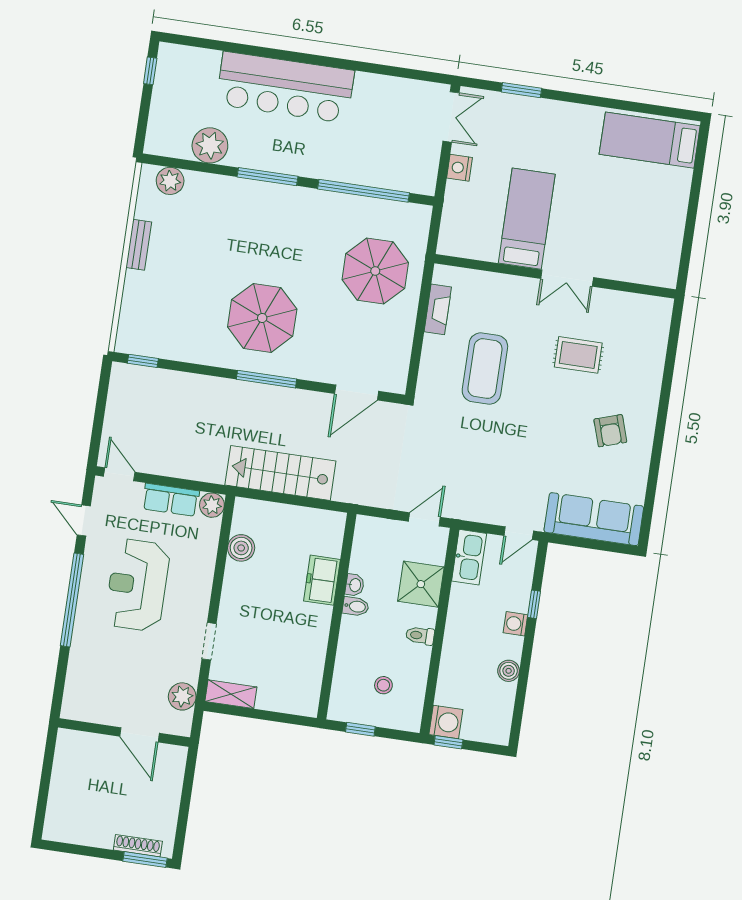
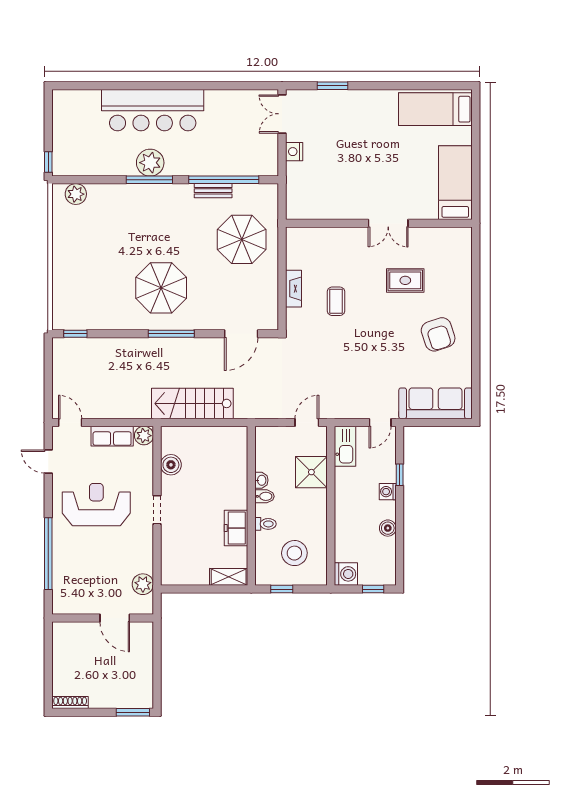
window: (150, 71) -> (48, 162), moved
double door: (451, 117) -> (282, 114), swing flipped
plant: (210, 145) -> (150, 163), moved
bed: (527, 219) -> (455, 183), moved
bench: (139, 245) -> (213, 191), moved, turned 90
fireplace: (438, 309) -> (293, 289), moved
coffee table: (485, 369) -> (336, 301), width x0.54, depth x0.58
armchair: (610, 431) -> (438, 334), width x1.38, depth x1.38
freezer: (322, 580) -> (236, 528), moved
reception desk: (137, 585) -> (96, 505), turned 90
window: (72, 600) -> (48, 554), moved
toilet: (420, 636) -> (265, 524), moved, turned 180
doorway: (209, 641) -> (157, 510), moved
stool: (383, 685) -> (294, 553), width x1.89, depth x1.89
shelving: (231, 694) -> (229, 577), moved
window: (448, 742) -> (373, 589), moved
shoe rack: (138, 846) -> (70, 702), moved

